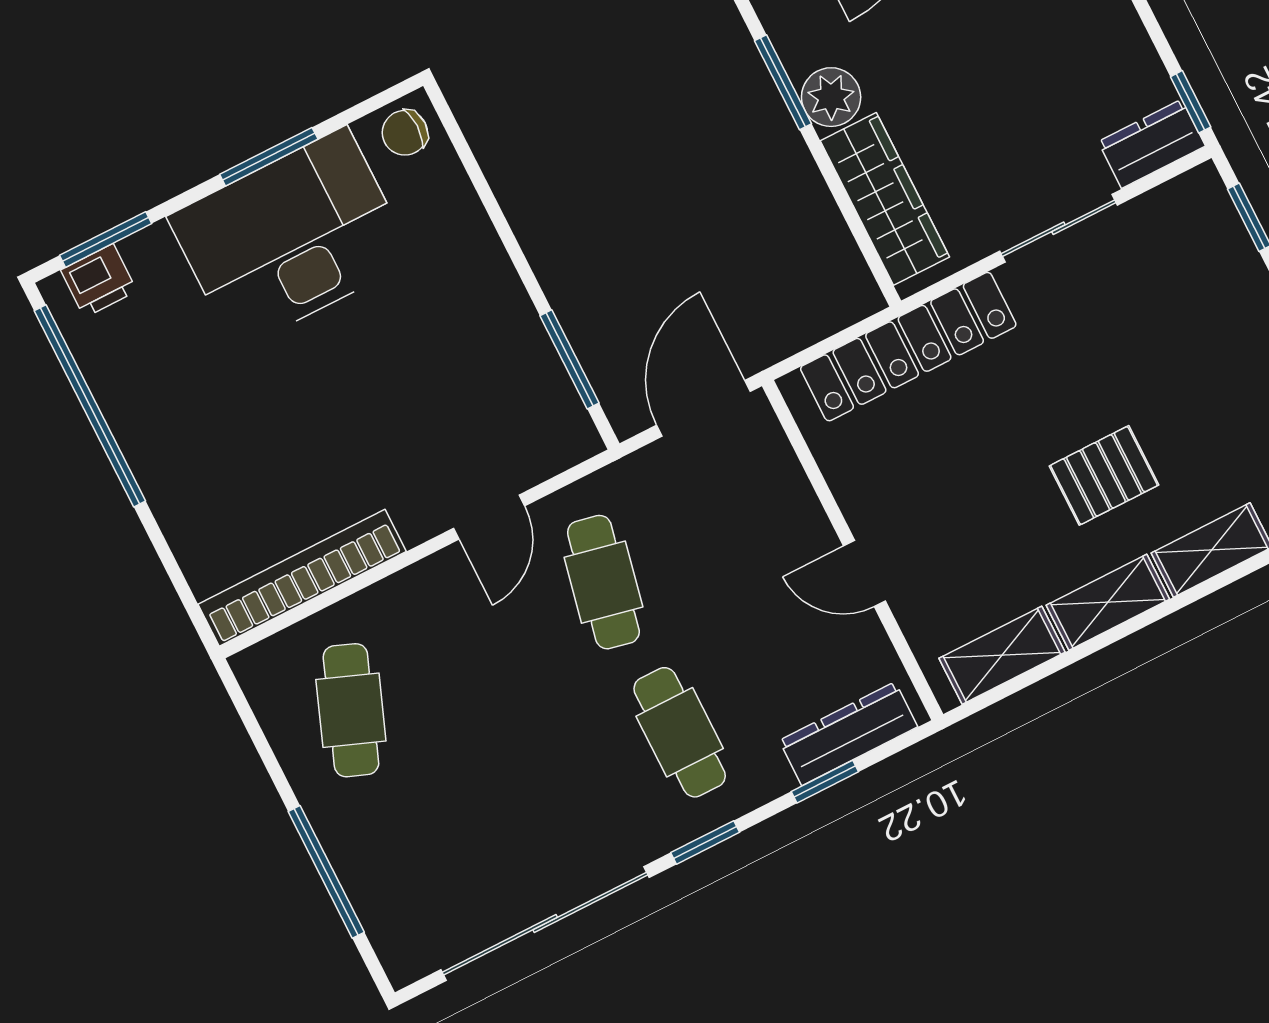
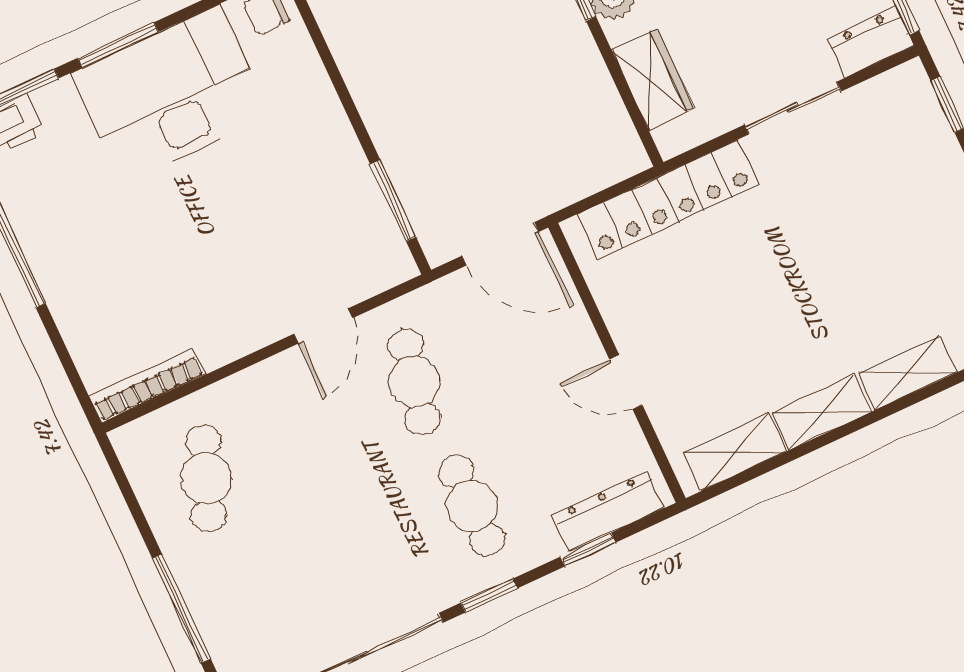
window: (269, 157) -> (118, 45), moved
wardrobe: (885, 199) -> (653, 79), width x0.67
door: (704, 408) -> (500, 244), swing flipped
pallet: (1104, 475) -> (823, 310), removed
bookcase: (302, 578) -> (147, 386), width x0.68, depth x0.76

